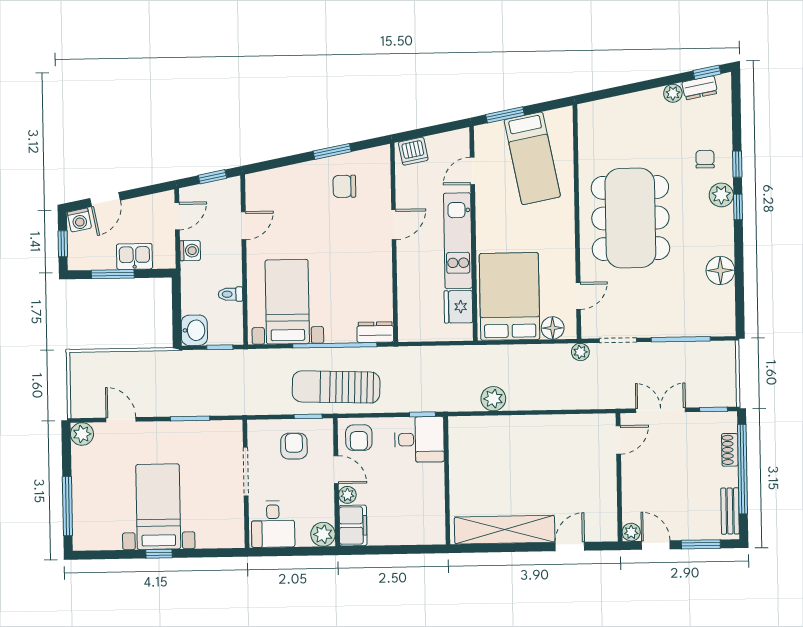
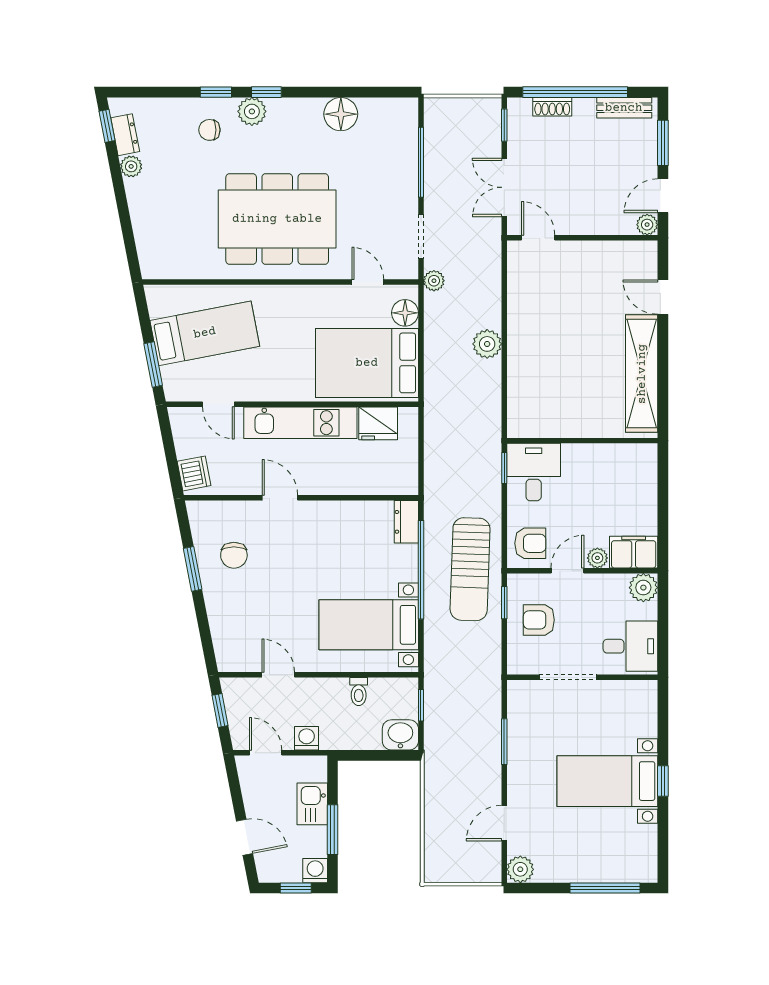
washing machine: (79, 220) -> (315, 871), moved, turned -79
plant: (493, 399) -> (487, 344), moved

